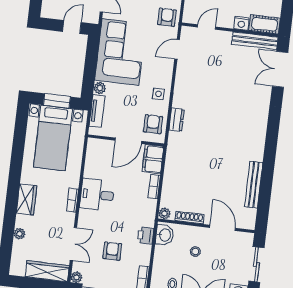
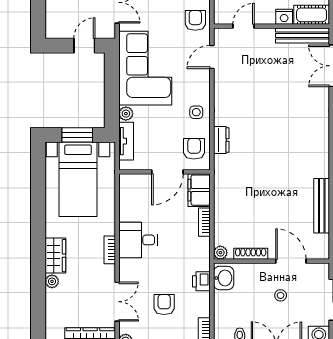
plant: (19, 234) -> (52, 281), moved
stool: (195, 251) -> (281, 295), moved

